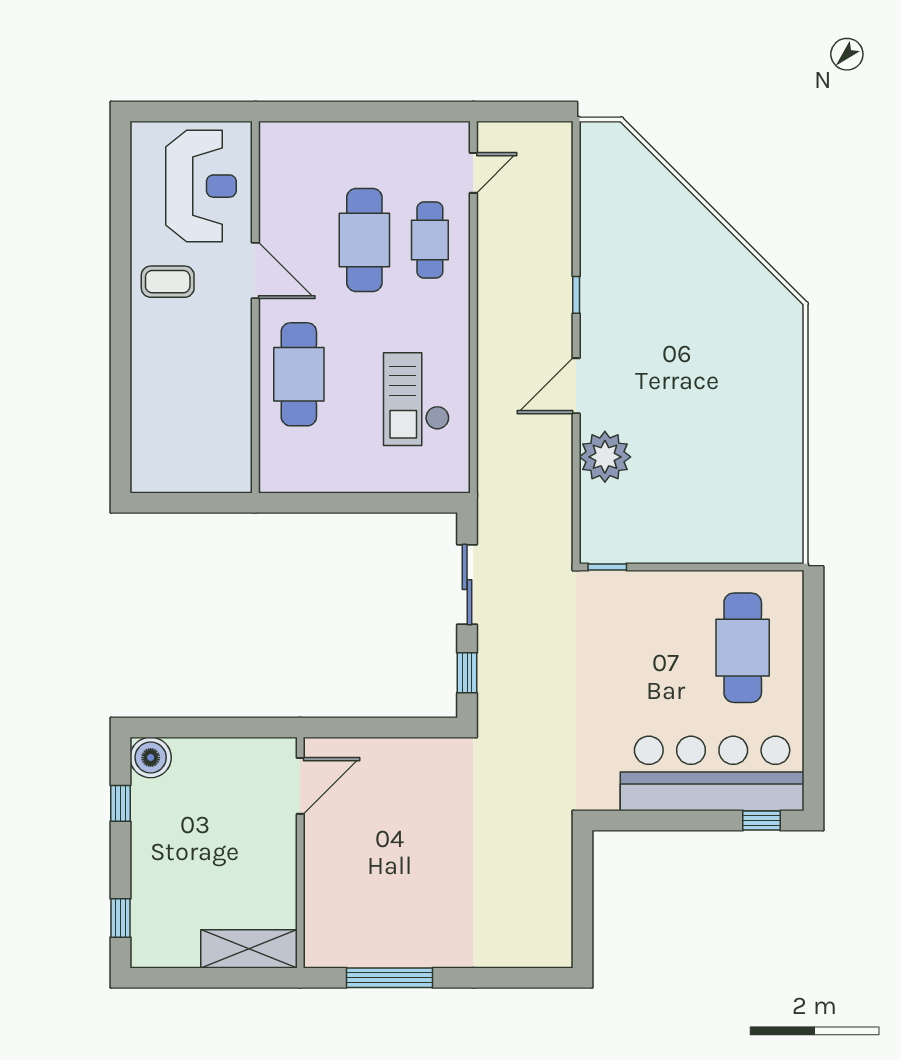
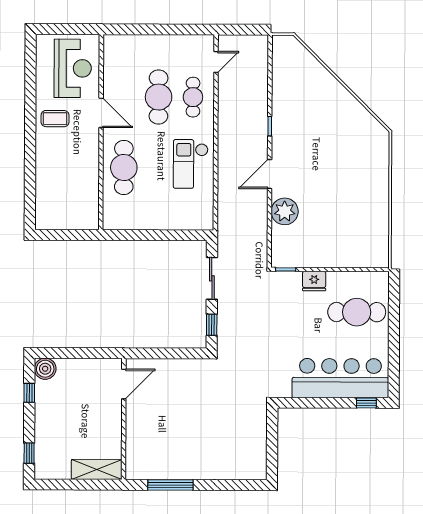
checkout: (416, 399) -> (191, 164), moved
fridge: (662, 589) -> (314, 281), added
cafe table: (743, 648) -> (357, 312), turned 90

